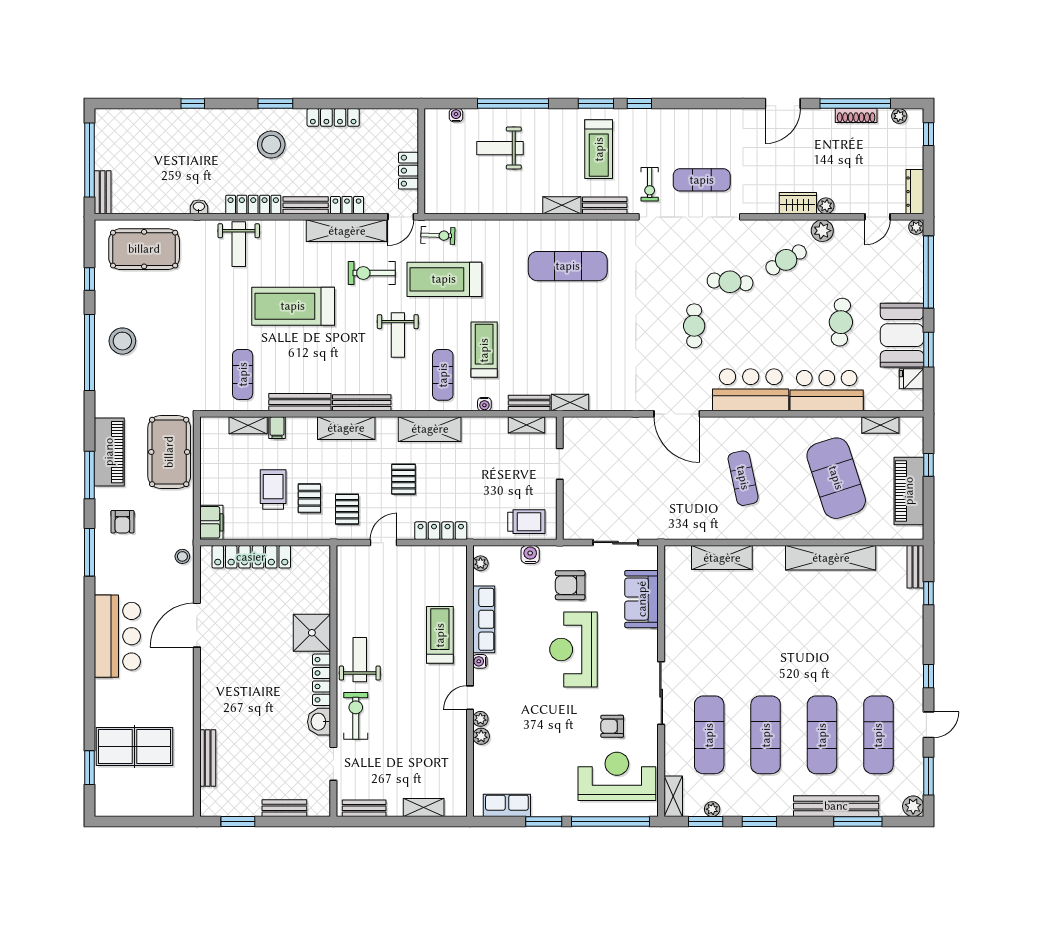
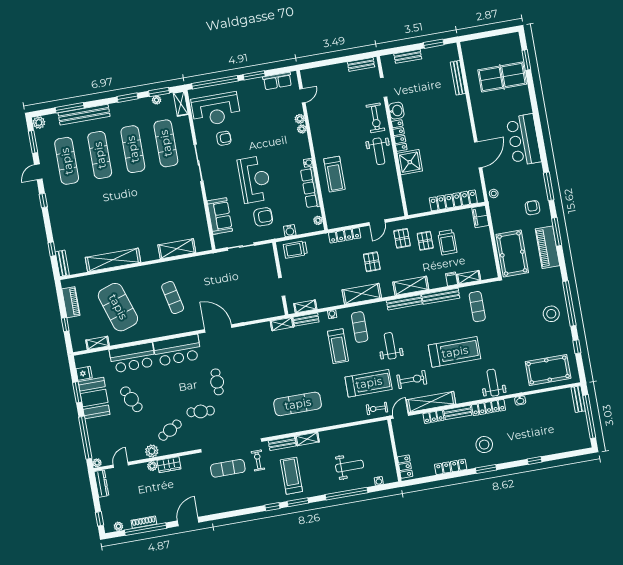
locker: (408, 171) -> (405, 467), moved
cafe table: (841, 322) -> (131, 399), turned -32
piano: (909, 491) -> (71, 302), width x0.73, depth x0.75
door: (470, 698) -> (302, 96), moved
shelving: (424, 808) -> (326, 71), removed

